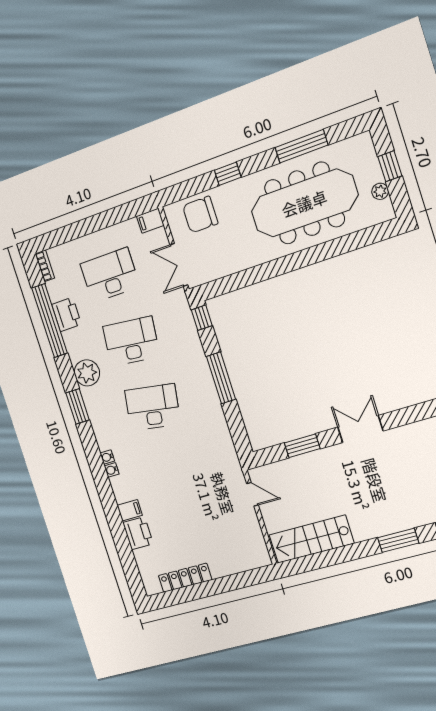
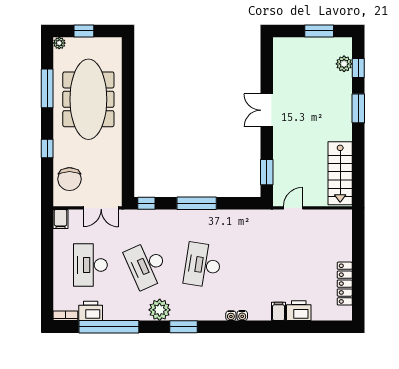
plant: (380, 191) -> (59, 43), moved
printer: (67, 314) -> (91, 311), moved
desk: (131, 341) -> (147, 265), turned -30
window: (302, 446) -> (267, 172), moved

